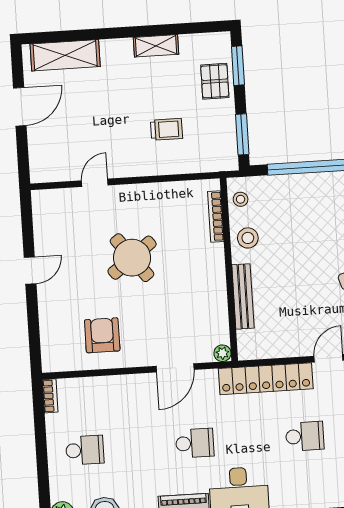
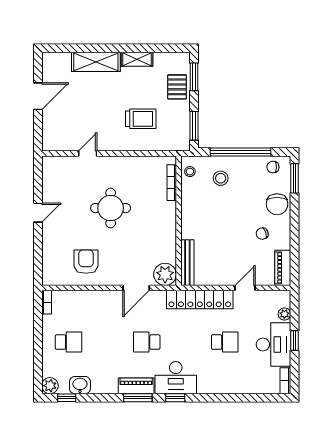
shelving: (65, 55) -> (96, 62), moved
trolley: (167, 129) -> (141, 119), width x1.36, depth x1.39
stool: (248, 238) -> (221, 178), moved
round table: (132, 258) -> (111, 208), turned 37
bench: (243, 296) -> (187, 263), moved
plant: (222, 353) -> (165, 274), width x1.88, depth x1.88
school desk: (195, 443) -> (147, 342), turned 180

